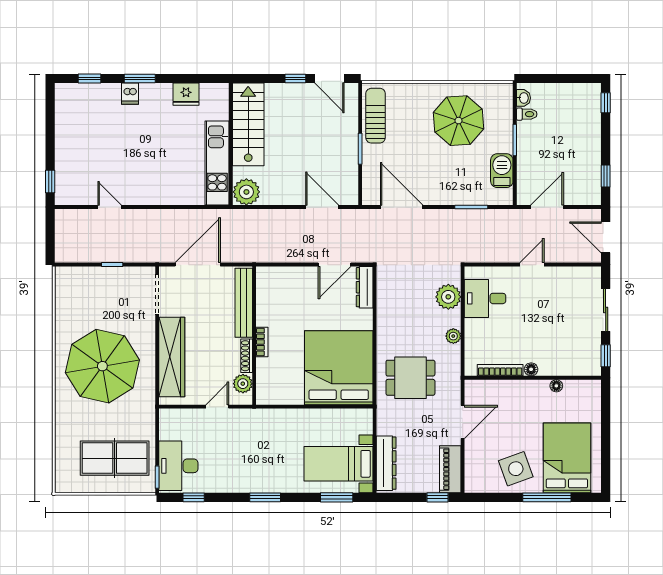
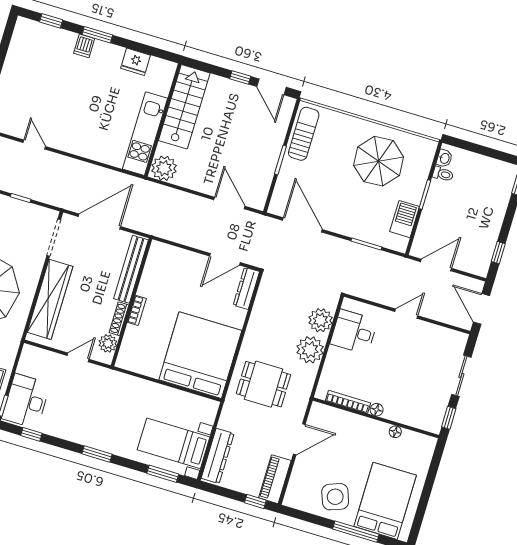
plant: (453, 336) -> (310, 350), width x1.88, depth x1.88

